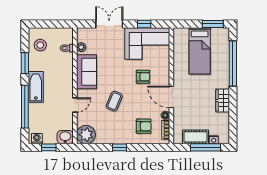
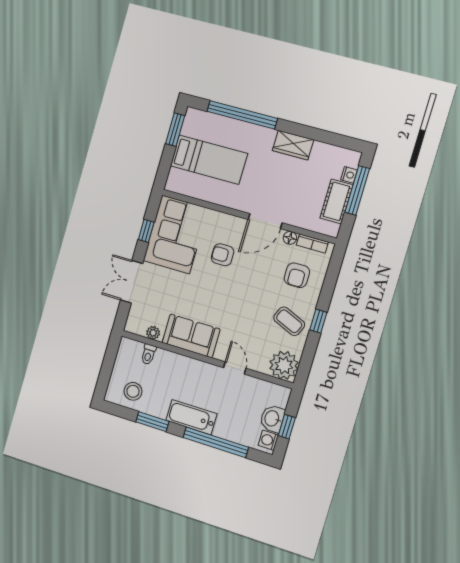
armchair: (143, 77) -> (223, 255), turned -90
coffee table: (114, 101) -> (289, 321), moved
armchair: (144, 126) -> (297, 275), turned 180
washbasin: (65, 137) -> (272, 419), moved

